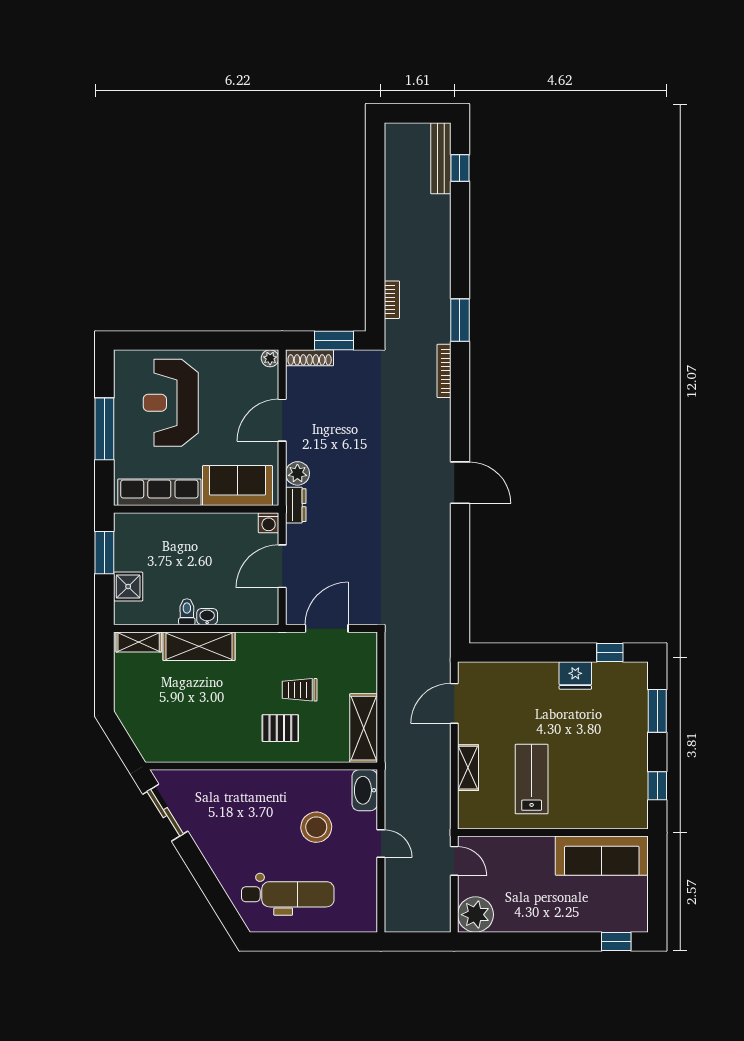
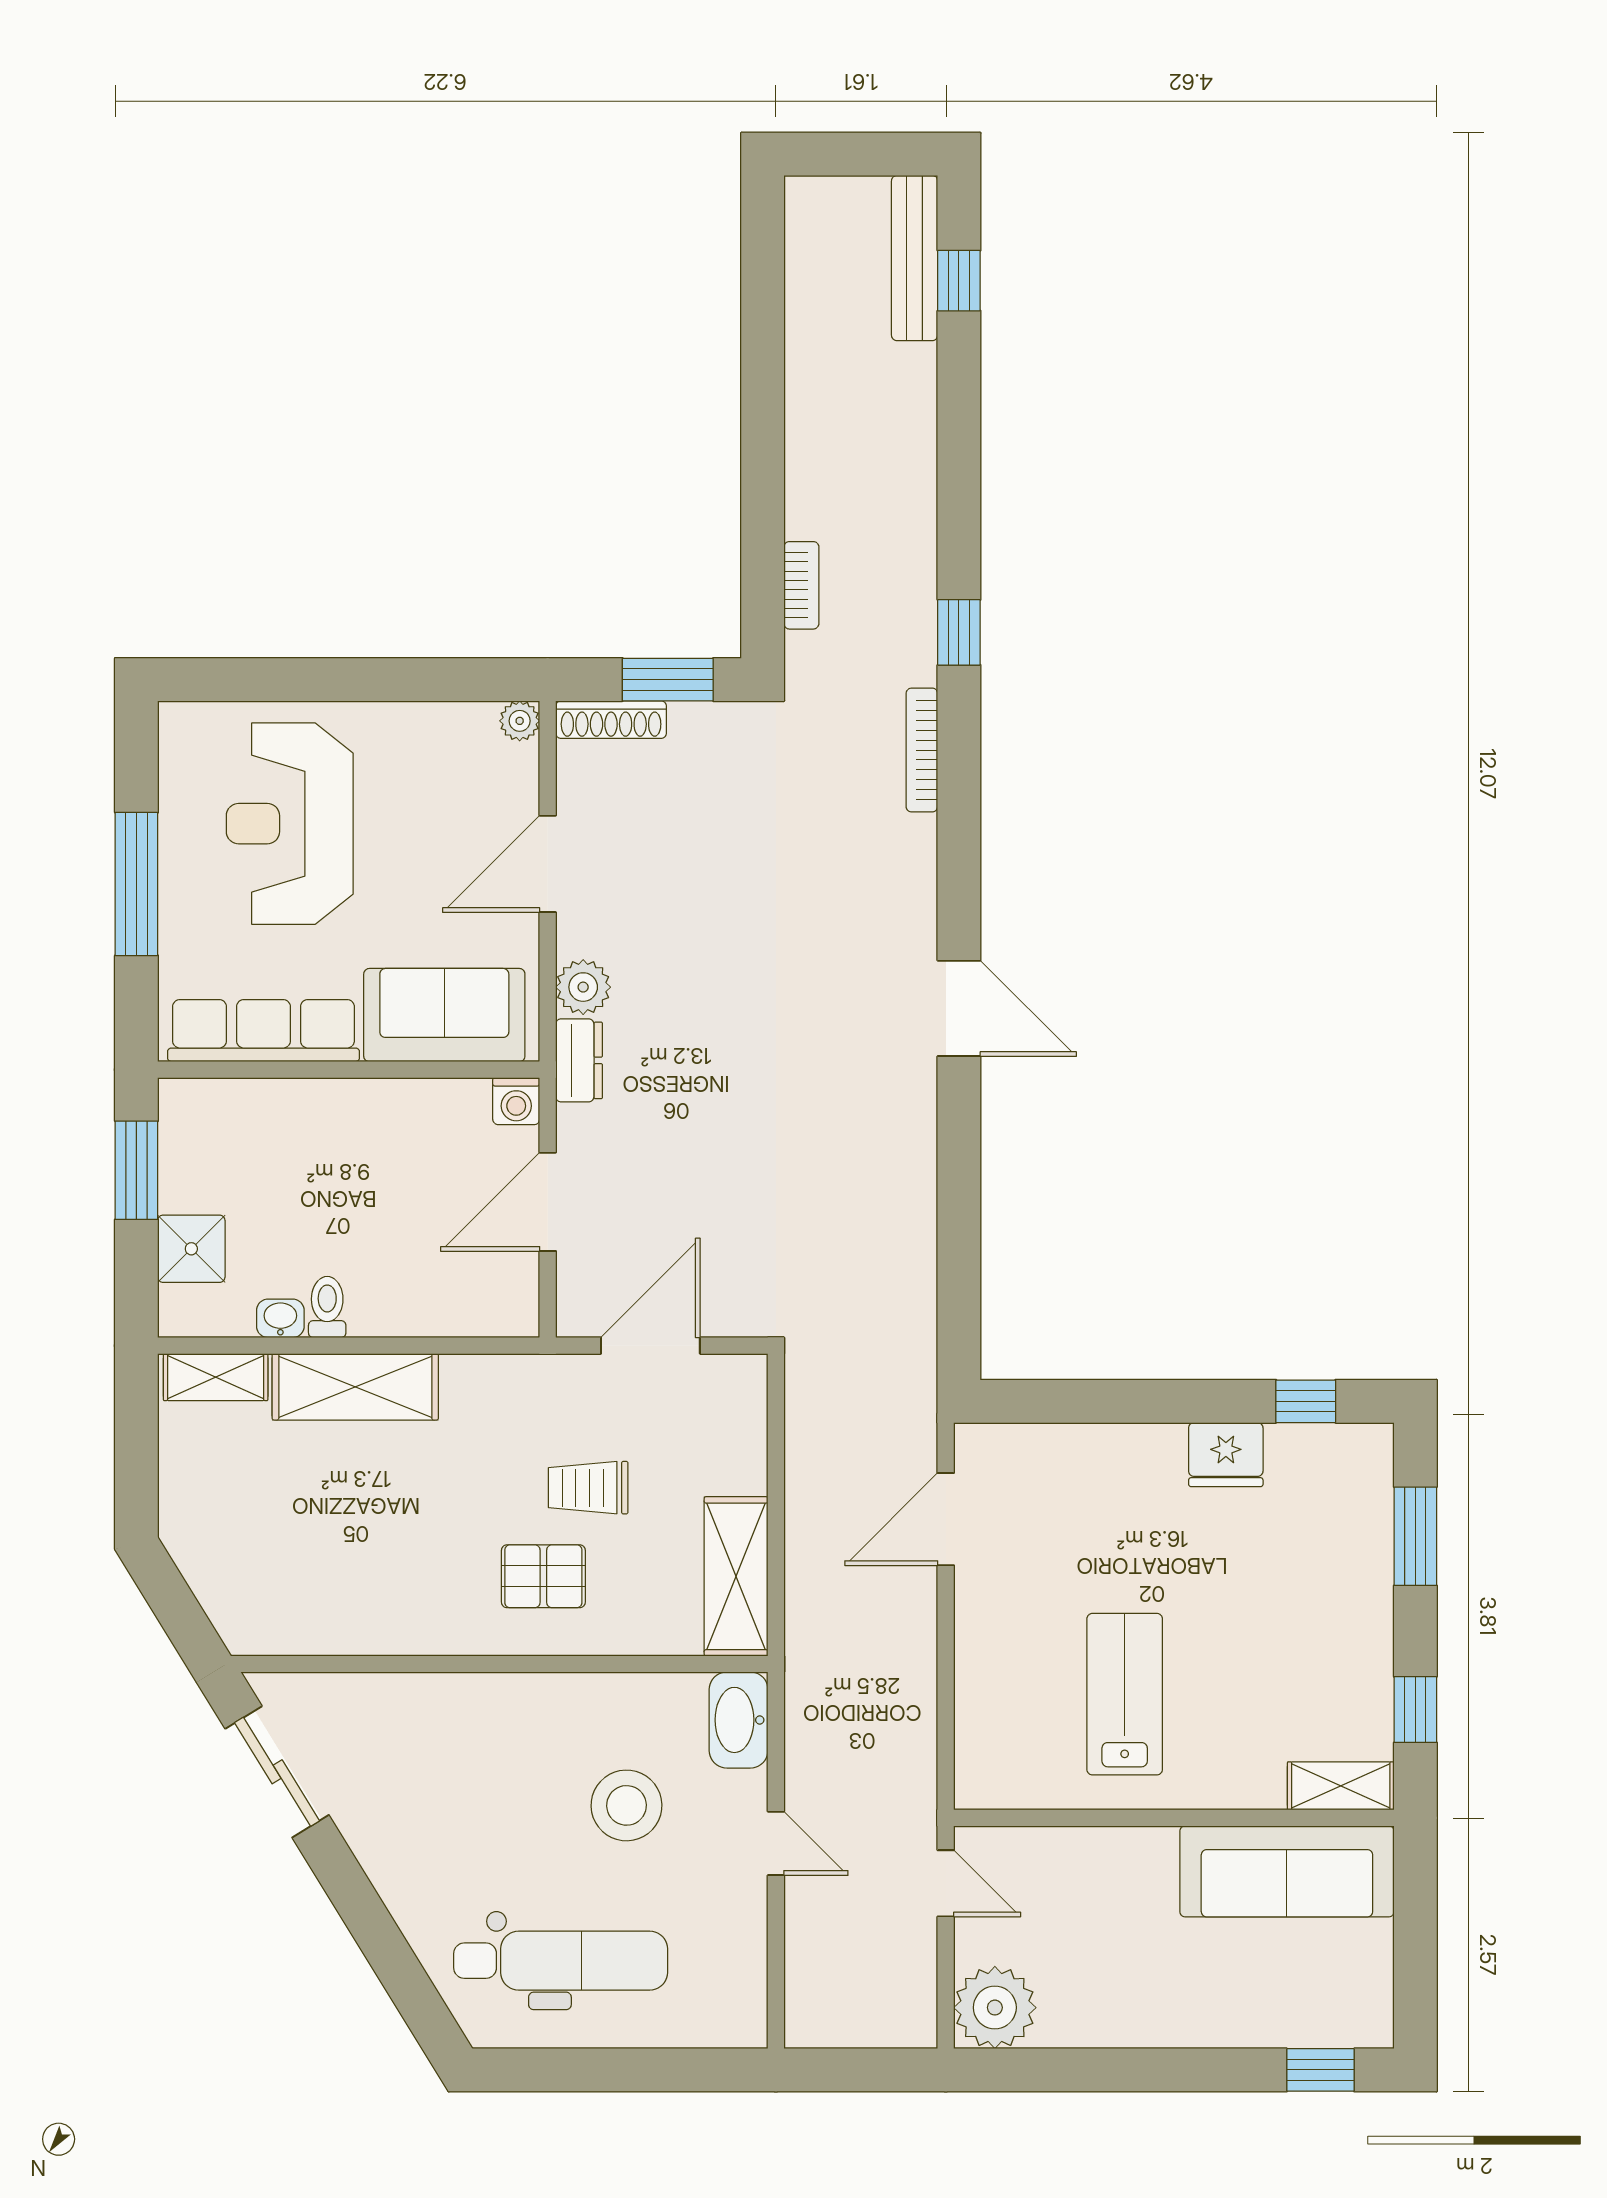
window: (460, 320) -> (959, 632), width x0.67
washbasin: (207, 617) -> (280, 1318), moved
shelving: (468, 768) -> (1341, 1786), moved, turned 90

